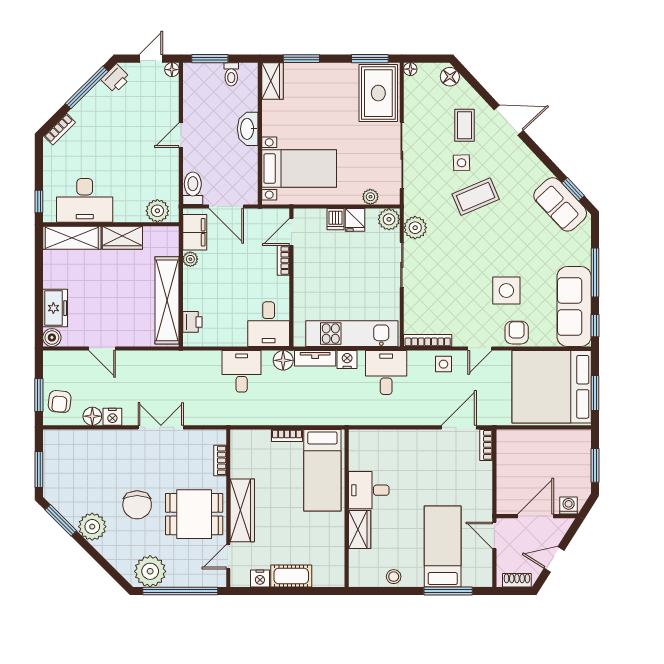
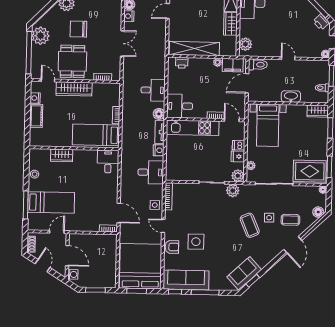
kitchen unit: (352, 334) -> (193, 128), moved, turned 90
desk: (369, 490) -> (108, 161), moved

